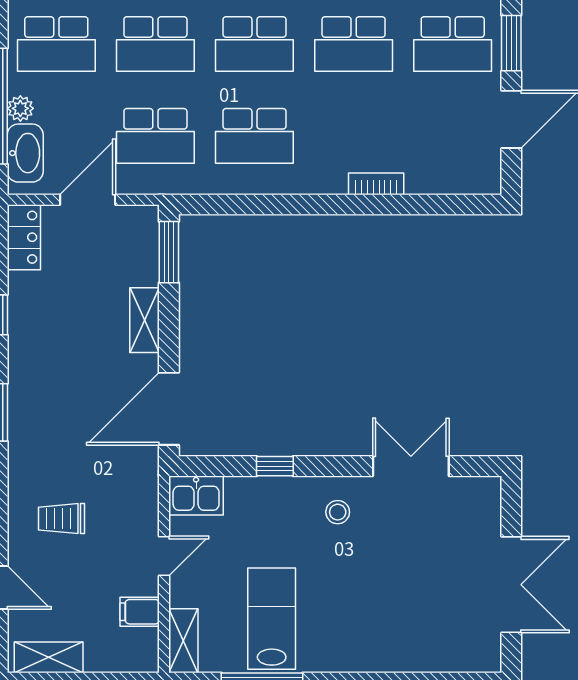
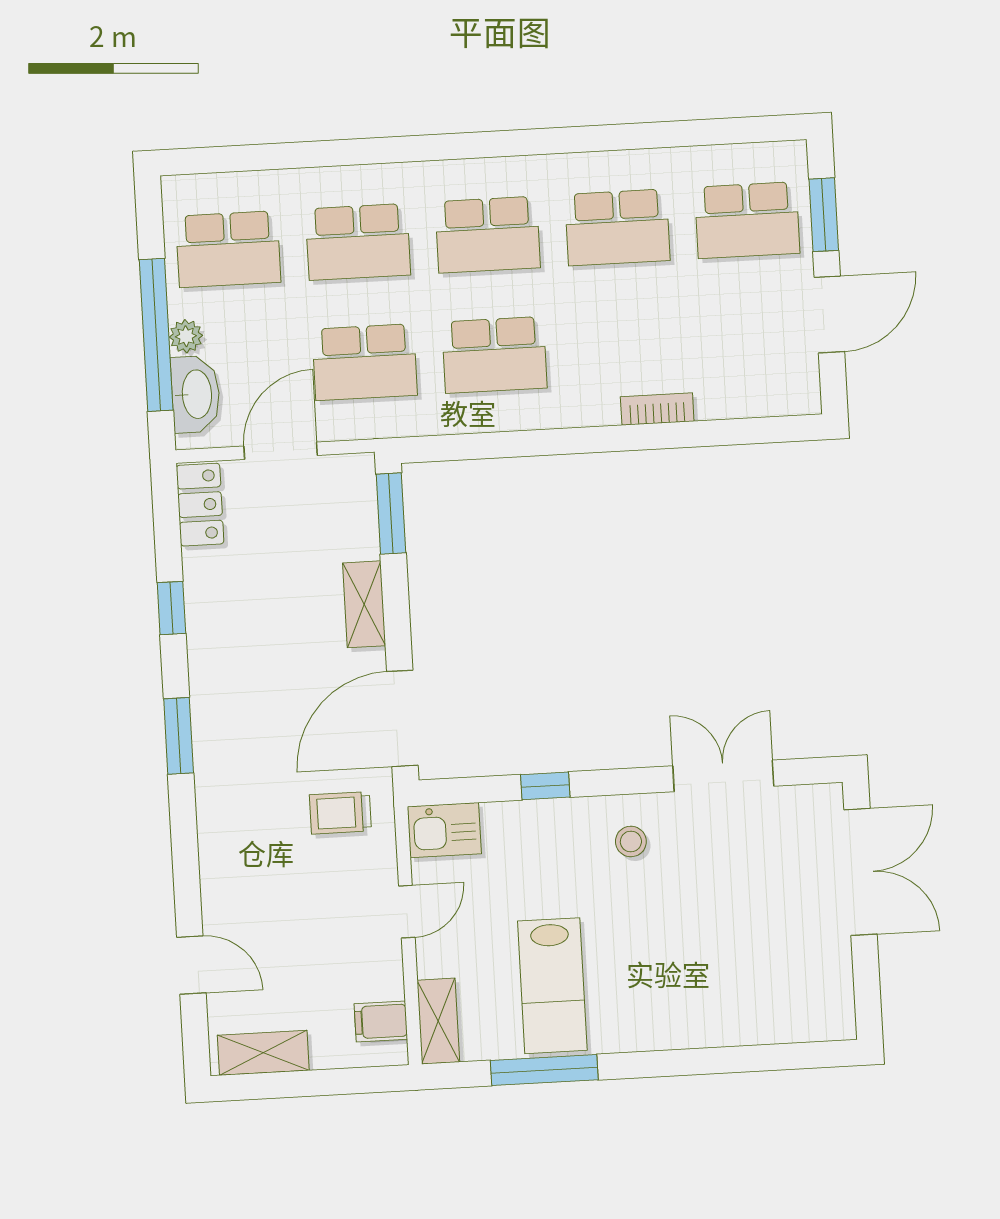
trolley: (61, 519) -> (340, 813), moved
double door: (511, 585) -> (860, 872), moved
filing cabinet: (140, 612) -> (381, 1021), moved
lab bench: (272, 619) -> (552, 986), turned 180

